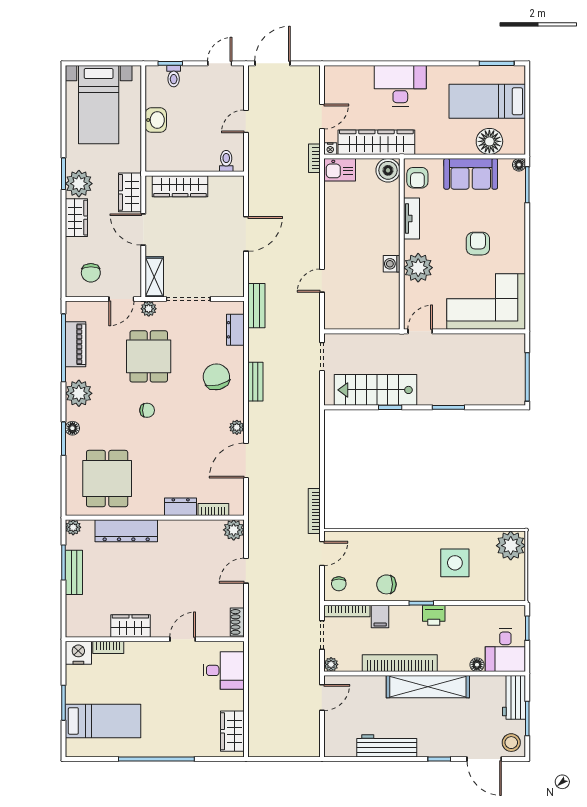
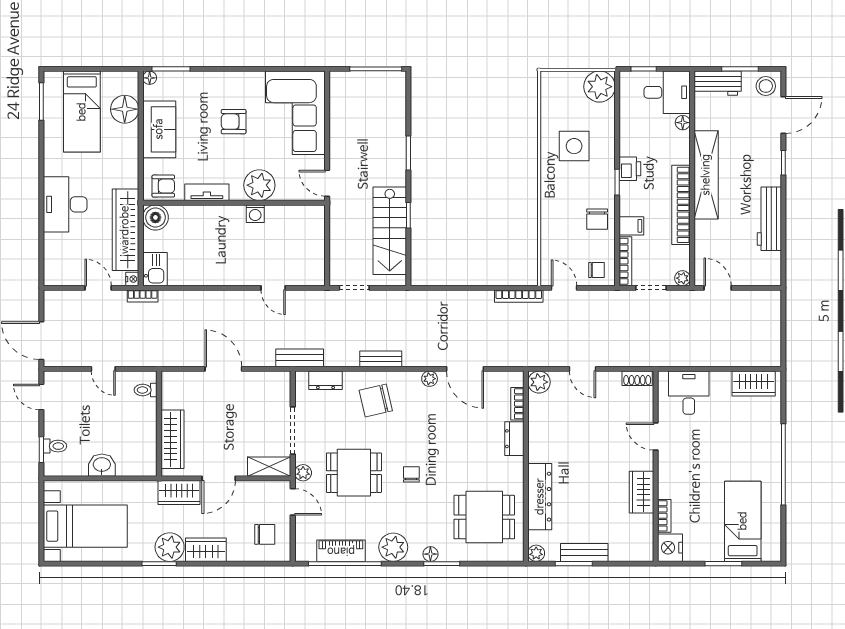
plant: (511, 546) -> (599, 87), moved

